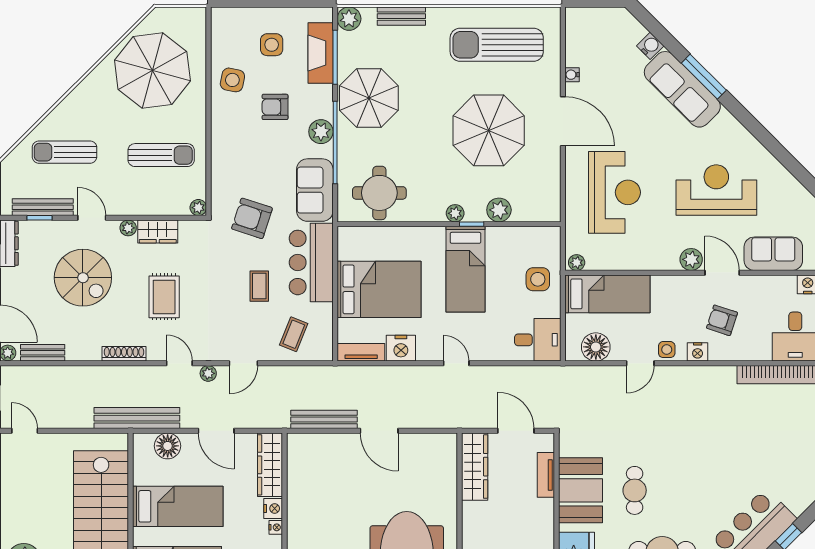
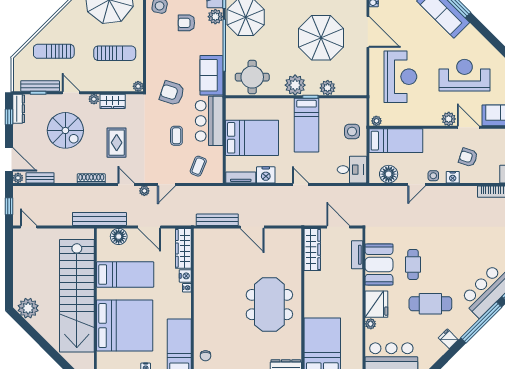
plant: (321, 132) -> (215, 17), moved
plant: (455, 213) -> (295, 85), width x1.87, depth x1.87

